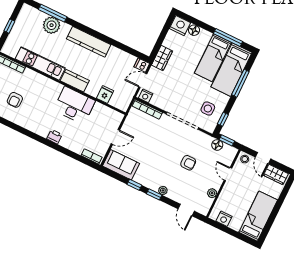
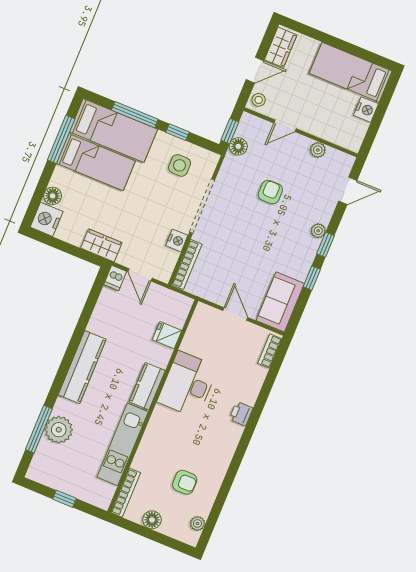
nightstand: (146, 96) -> (177, 240), moved
window: (223, 119) -> (178, 132), moved
nightstand: (224, 219) -> (366, 110), moved

